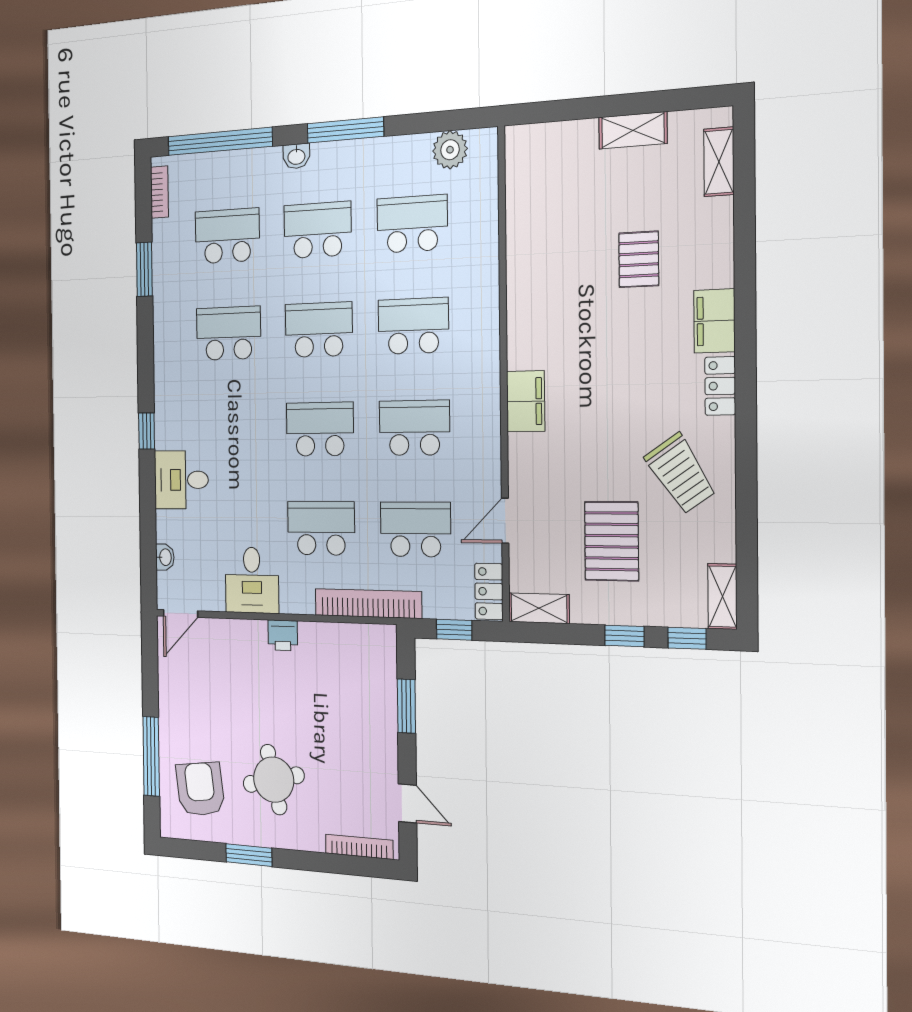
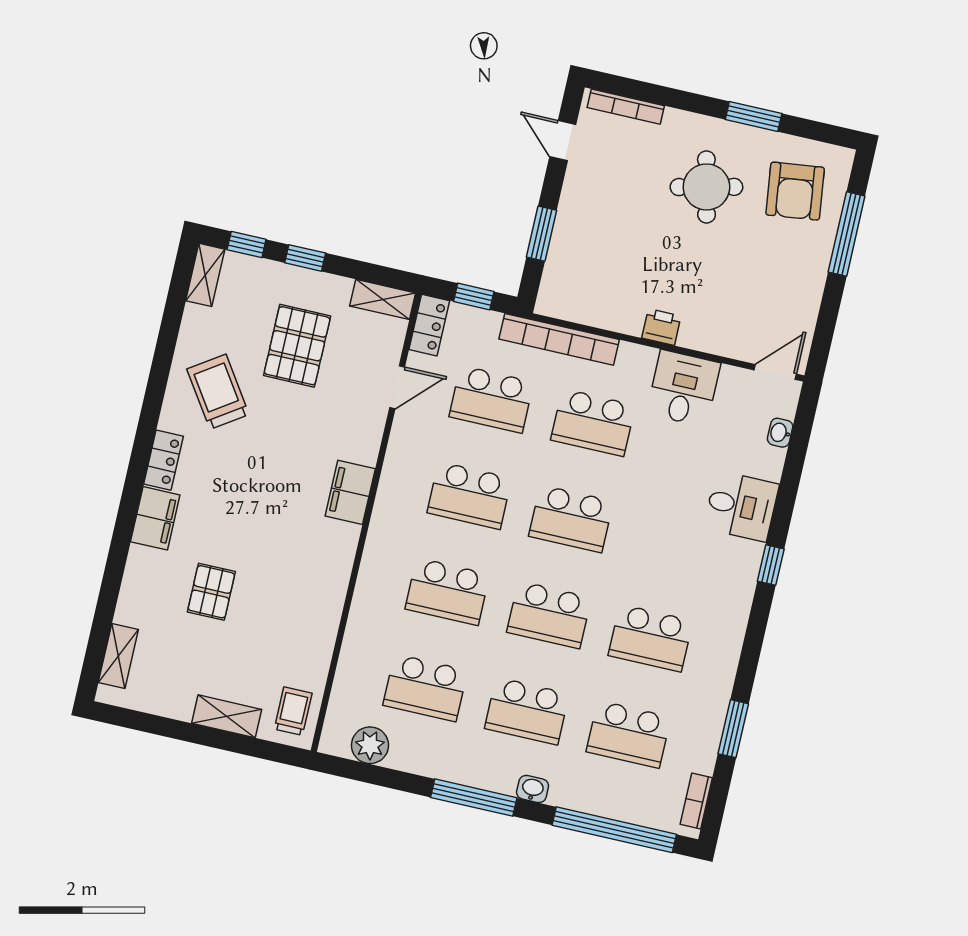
shelving: (633, 130) -> (227, 716), moved
trolley: (530, 160) -> (293, 711), added

